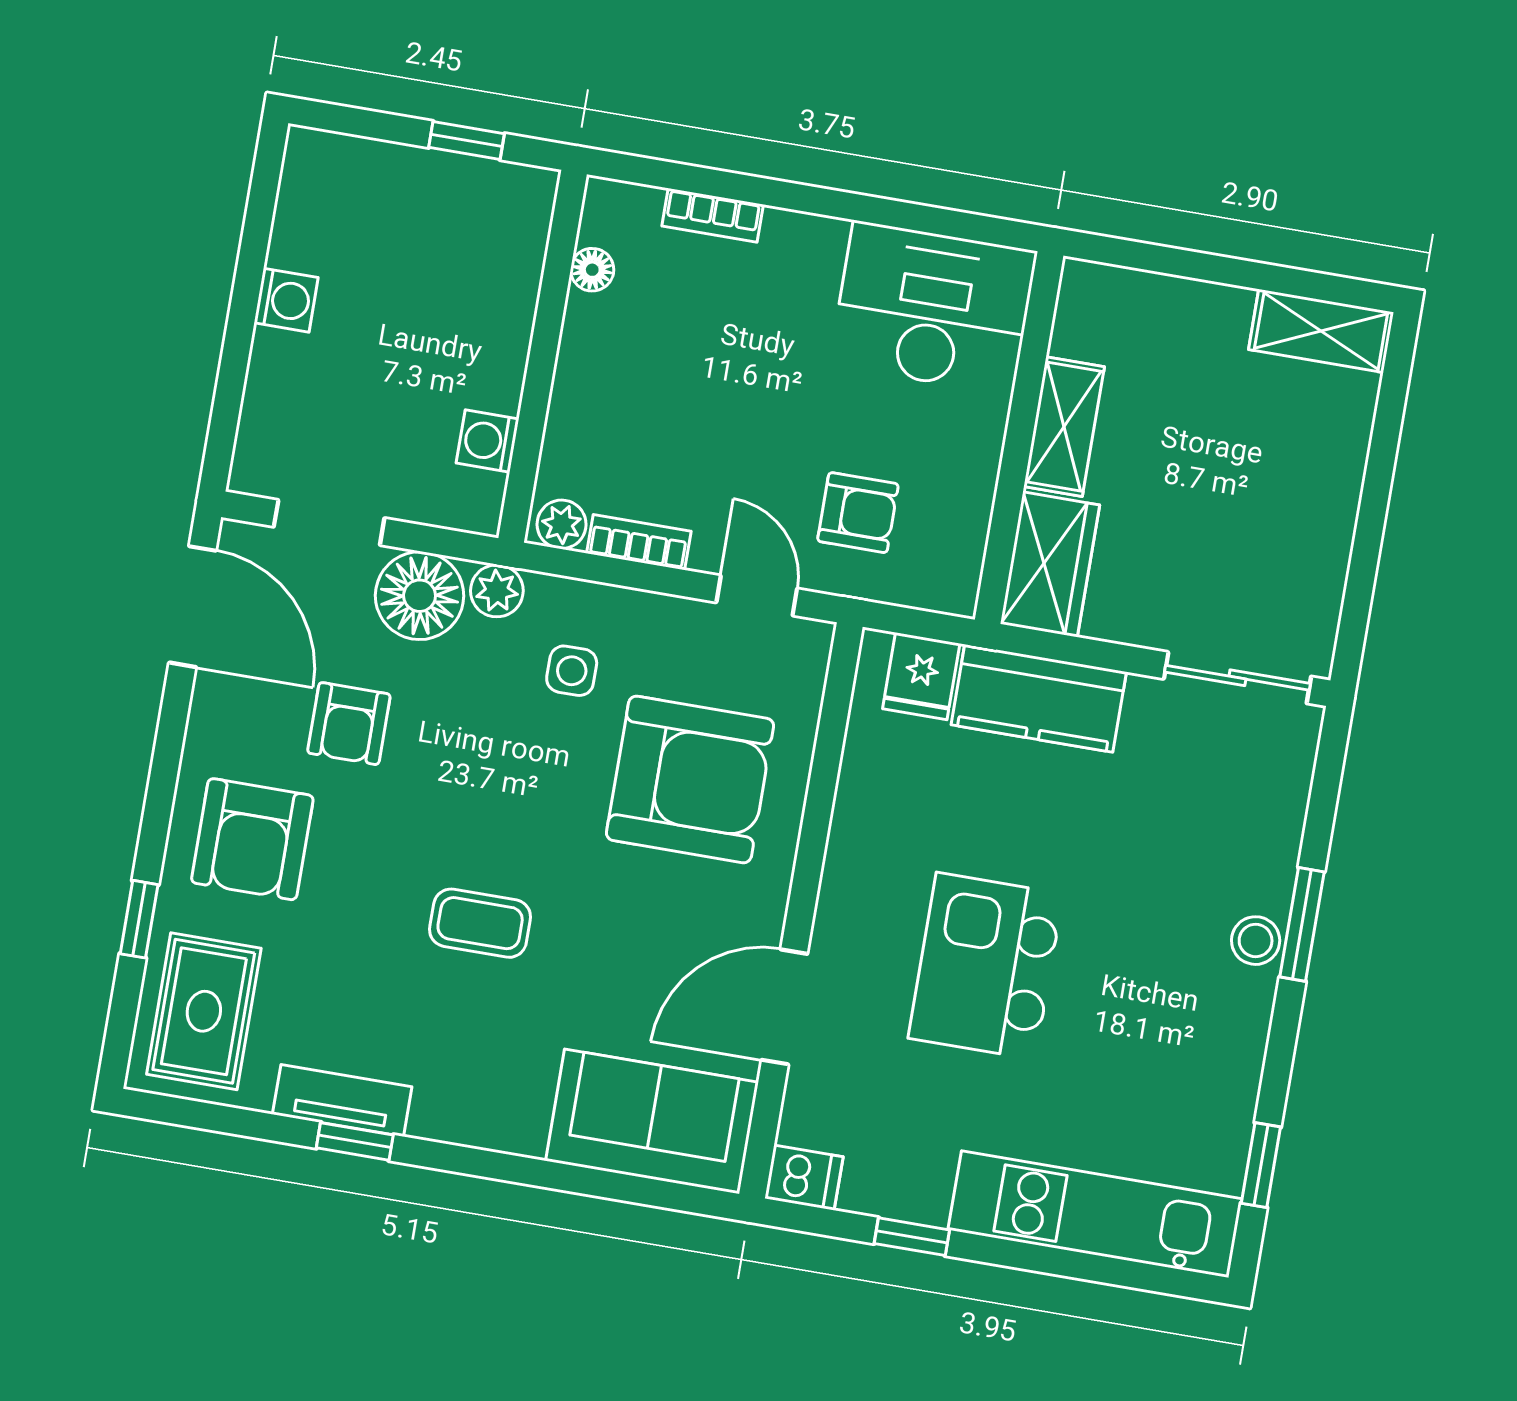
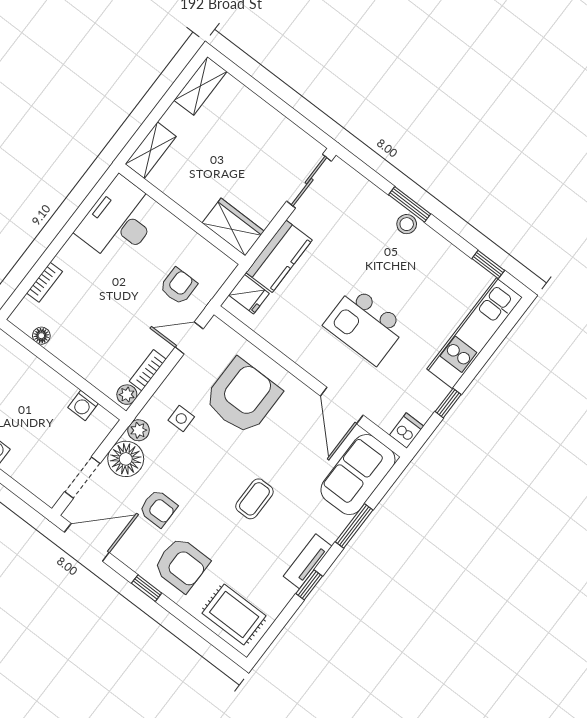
shelving: (1064, 427) -> (151, 150), moved, turned 90
window: (139, 919) -> (147, 588), moved
tv unit: (342, 1100) -> (308, 561), moved
window: (535, 1172) -> (354, 526), added

